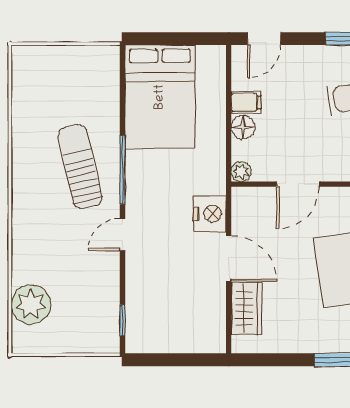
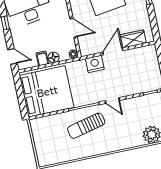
bed: (160, 97) -> (47, 91), width x1.36

